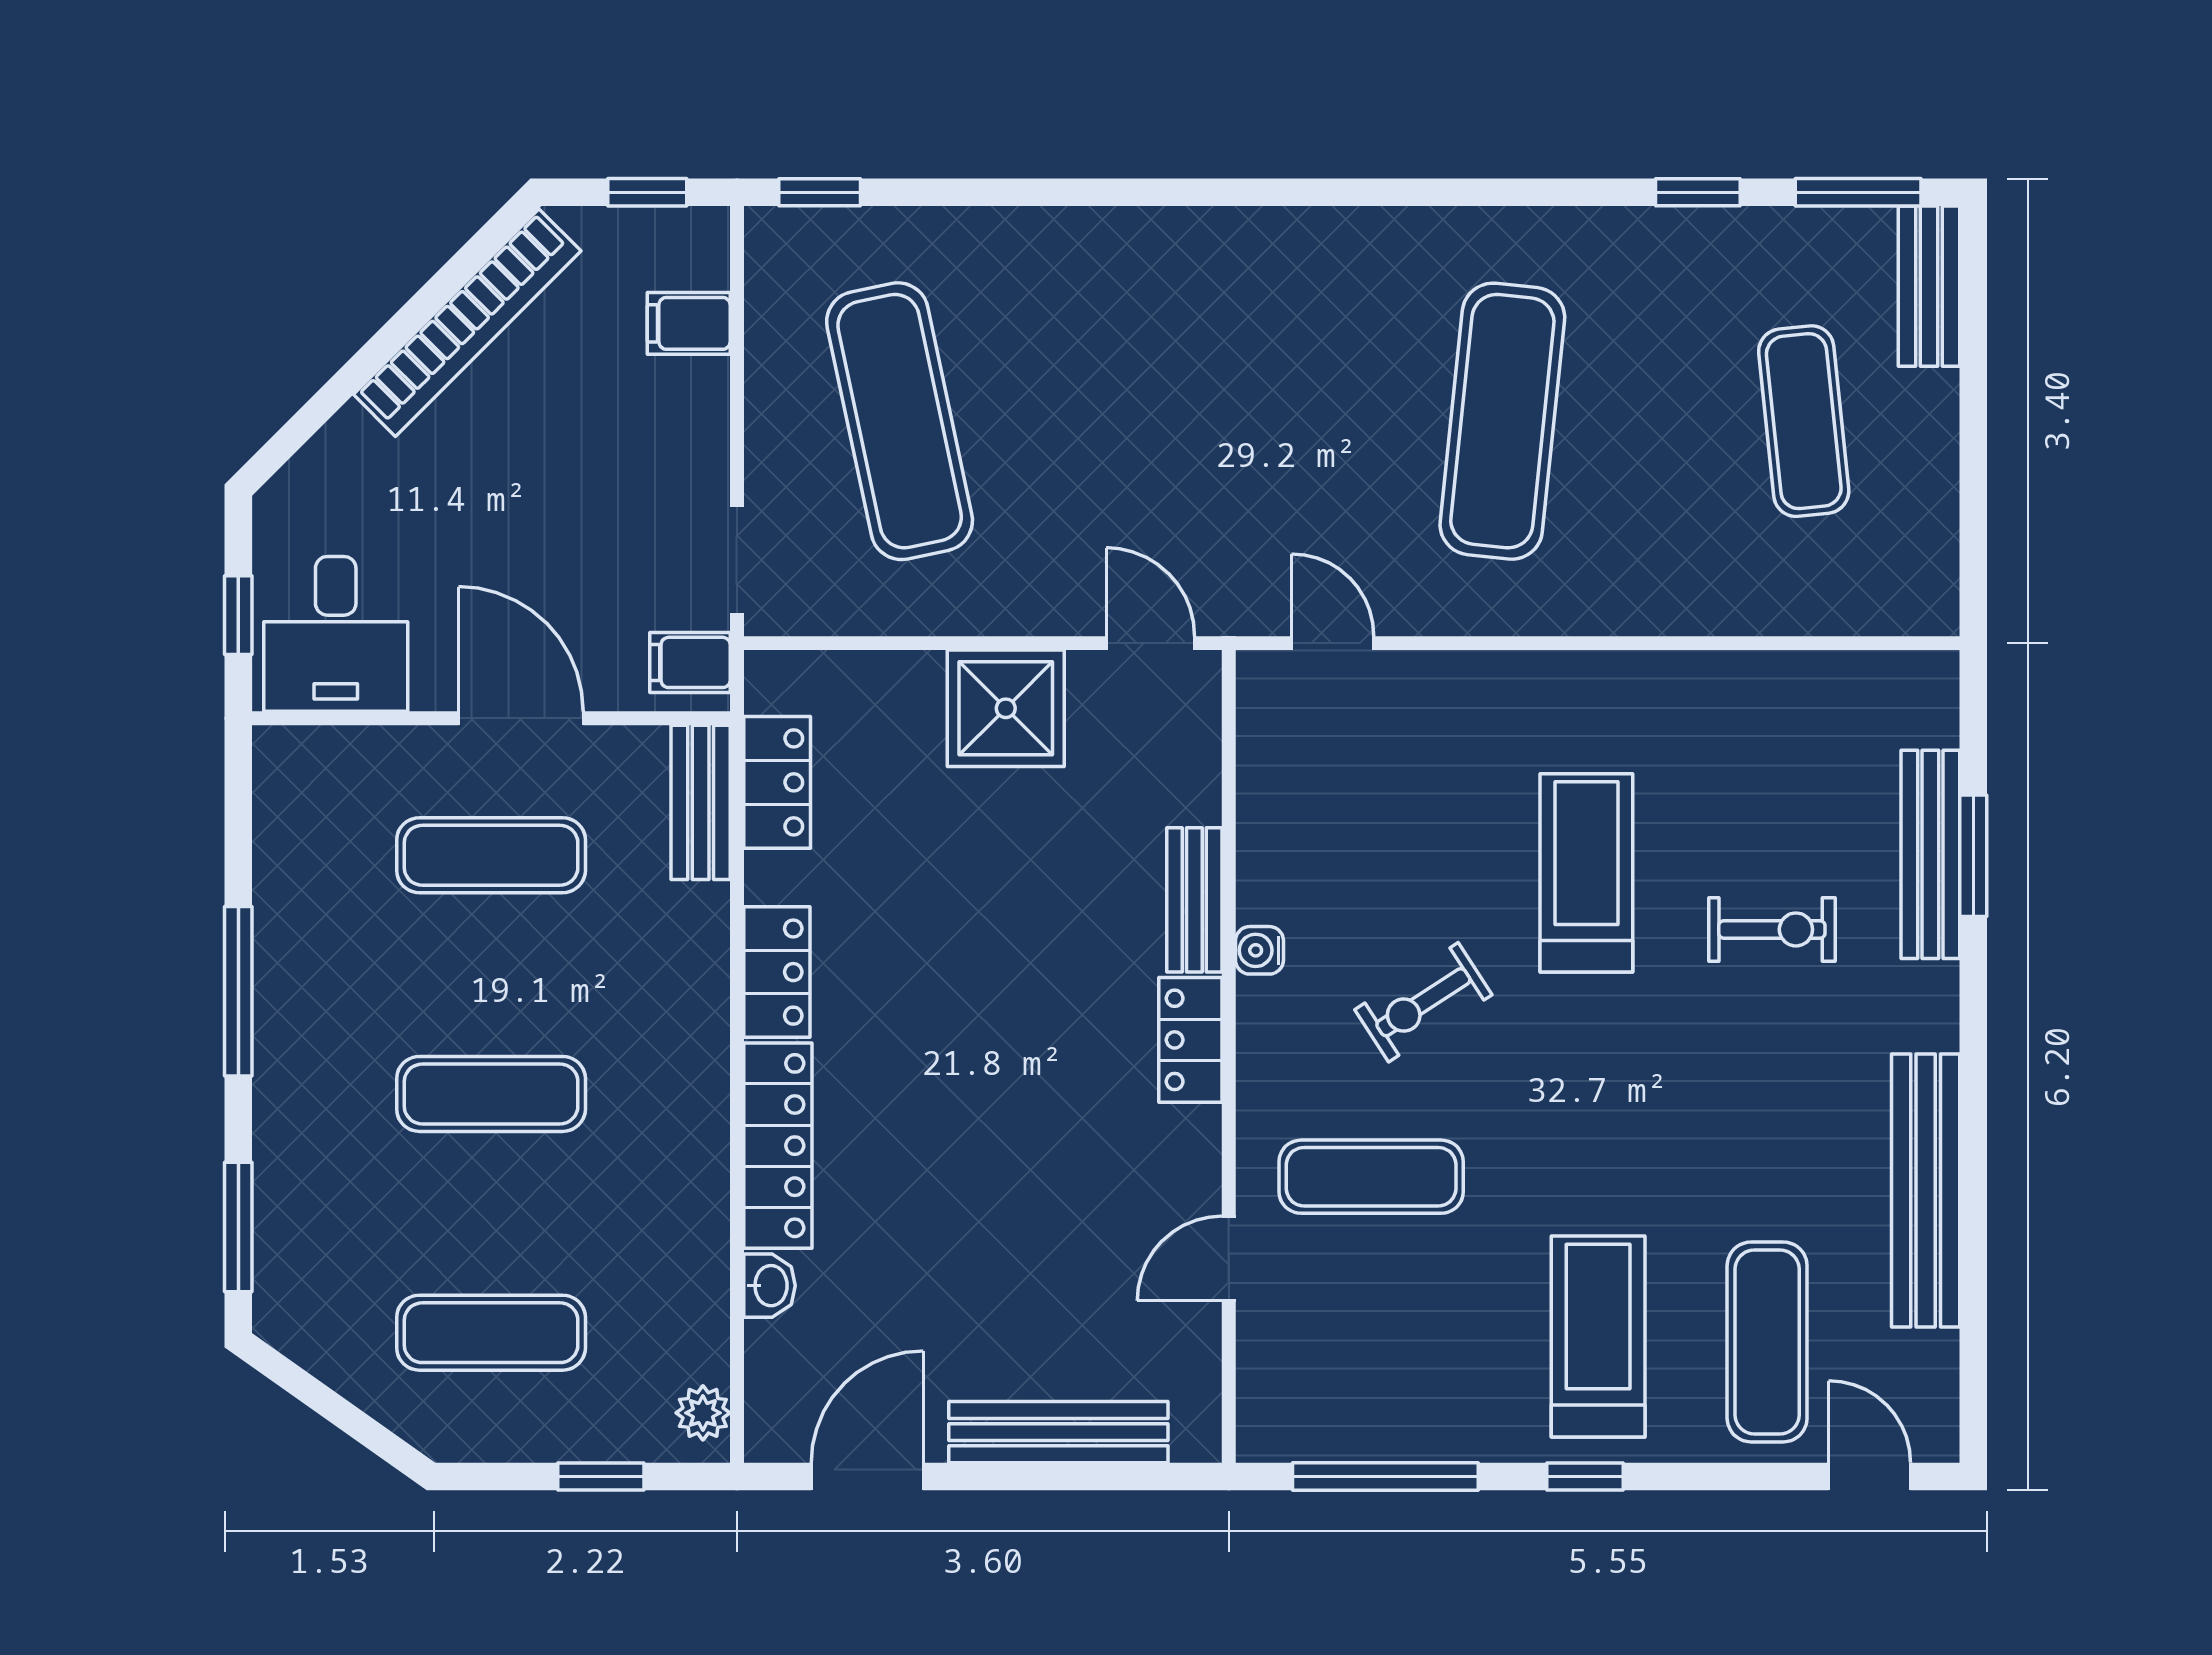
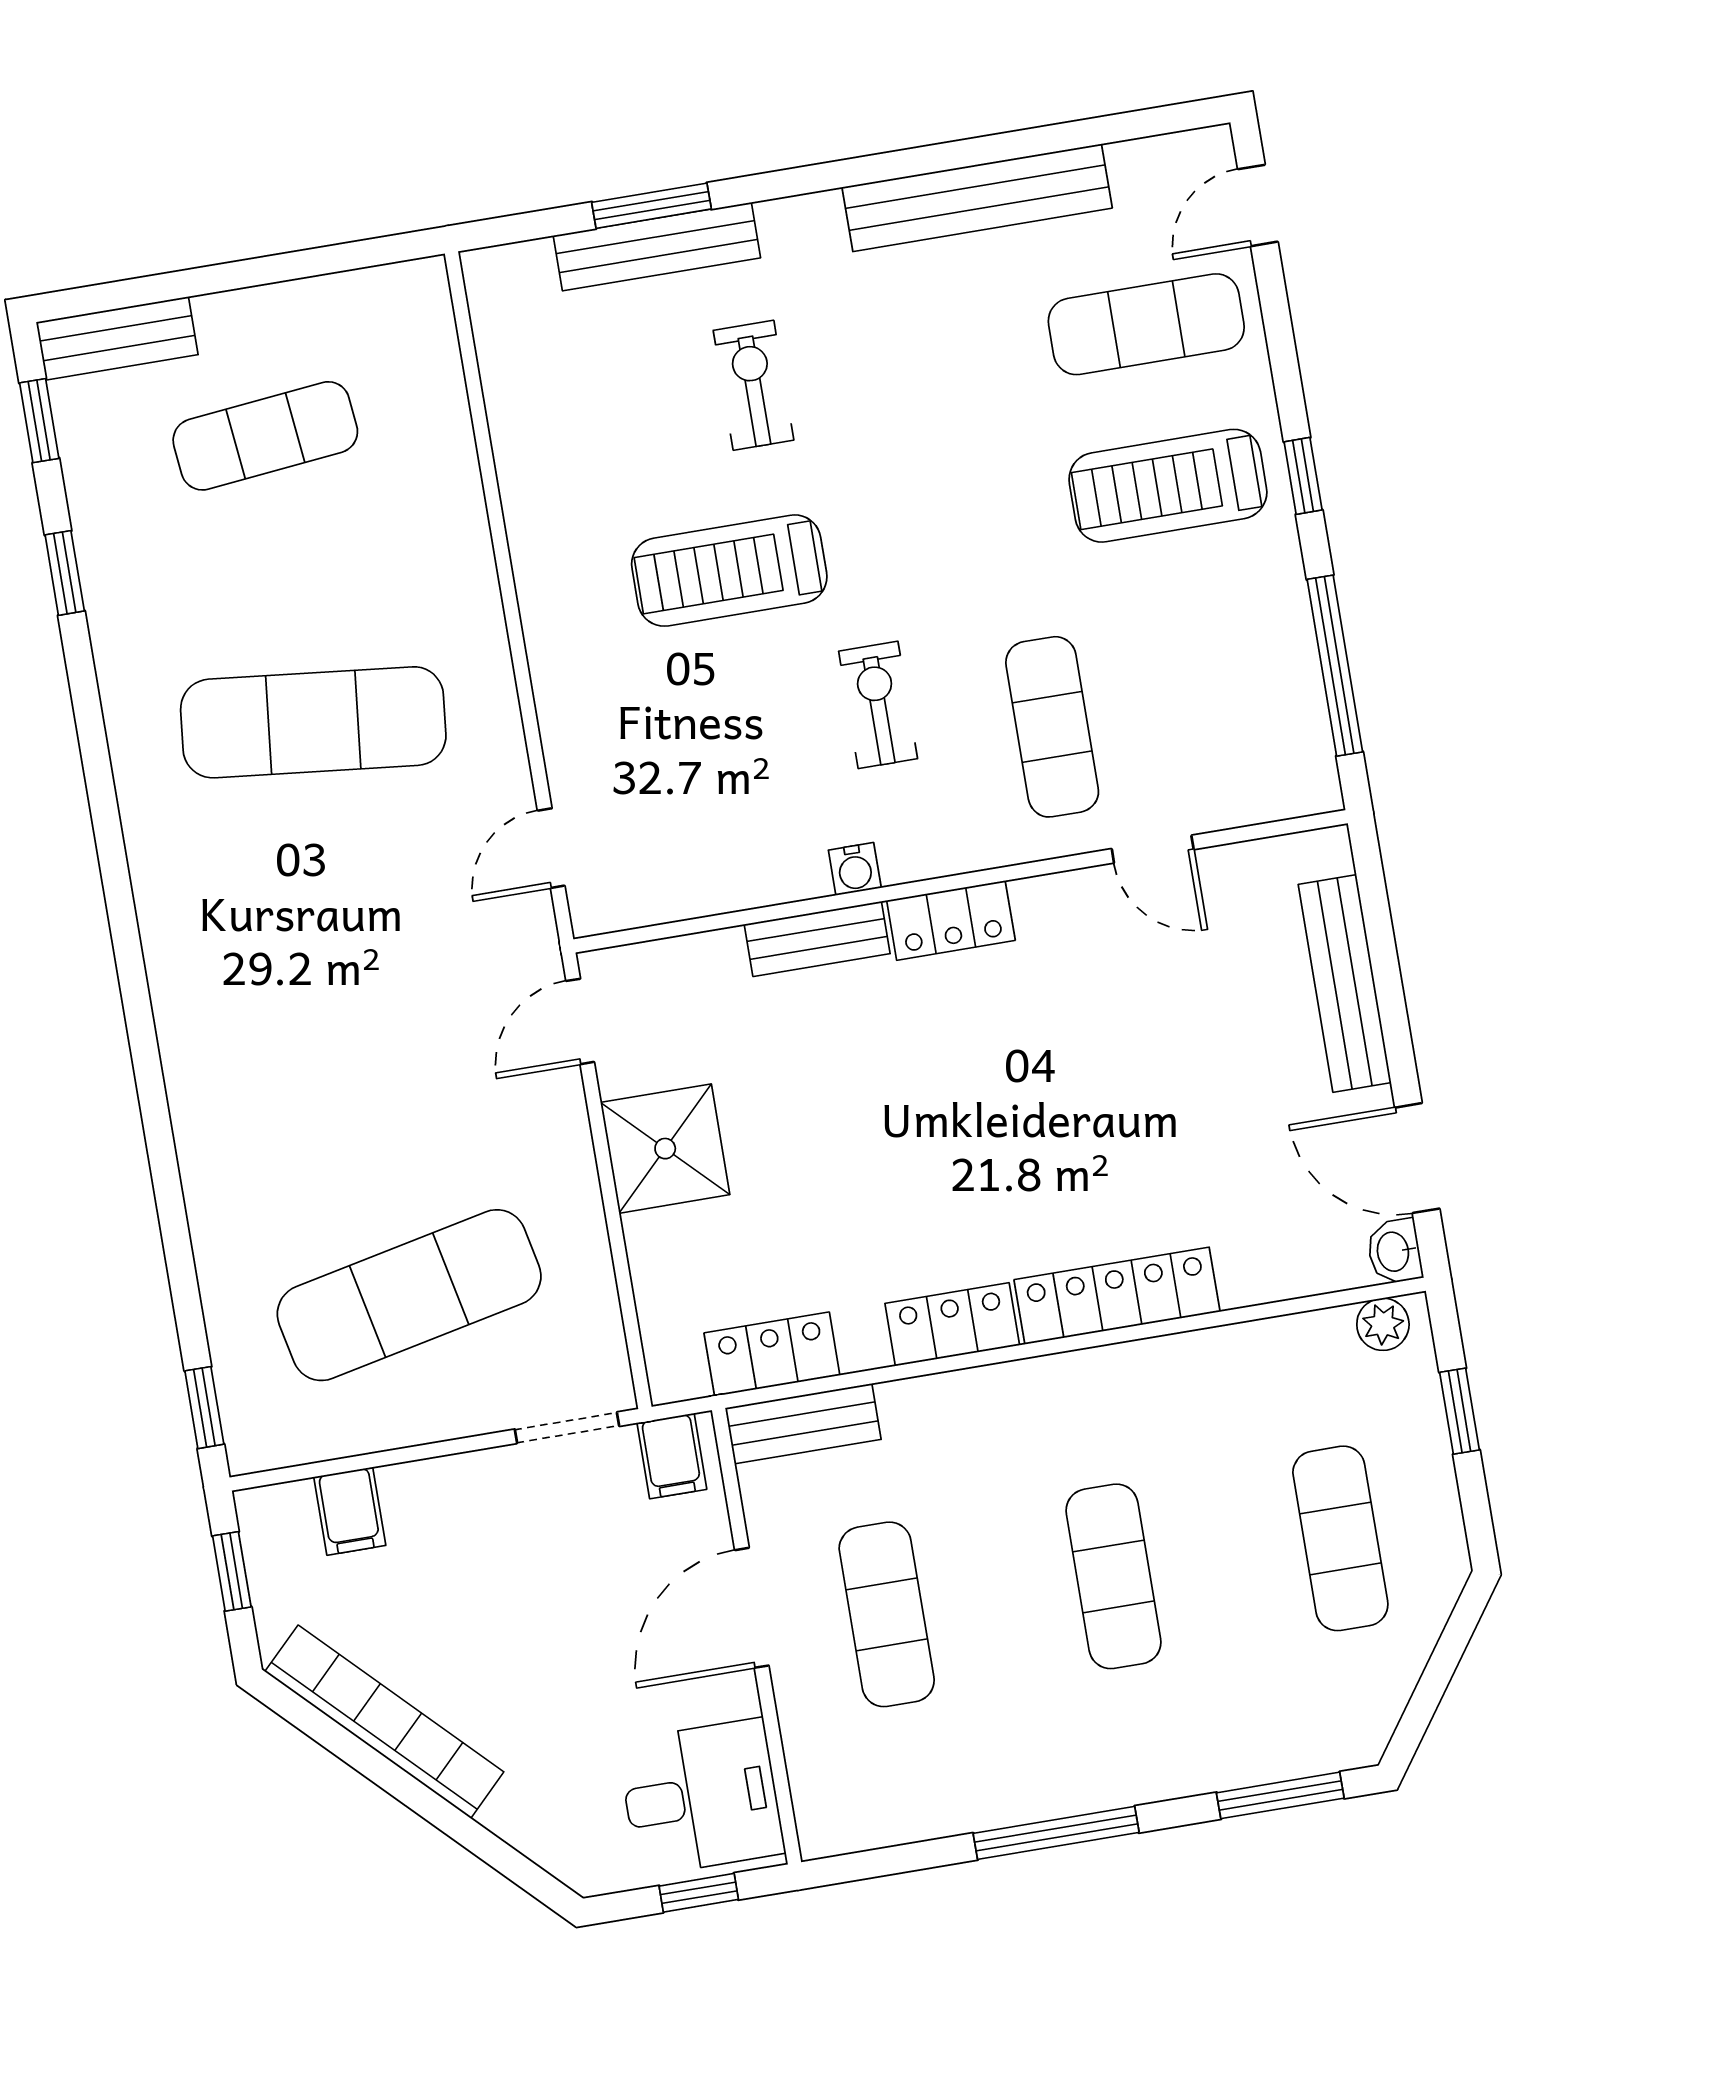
window: (1858, 192) -> (39, 421), width x0.67
exercise bike: (1423, 1002) -> (878, 705), turned -147
washbasin: (769, 1286) -> (1394, 1251), moved, turned -90

